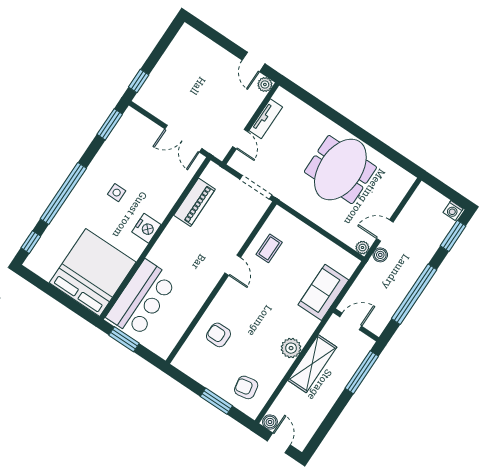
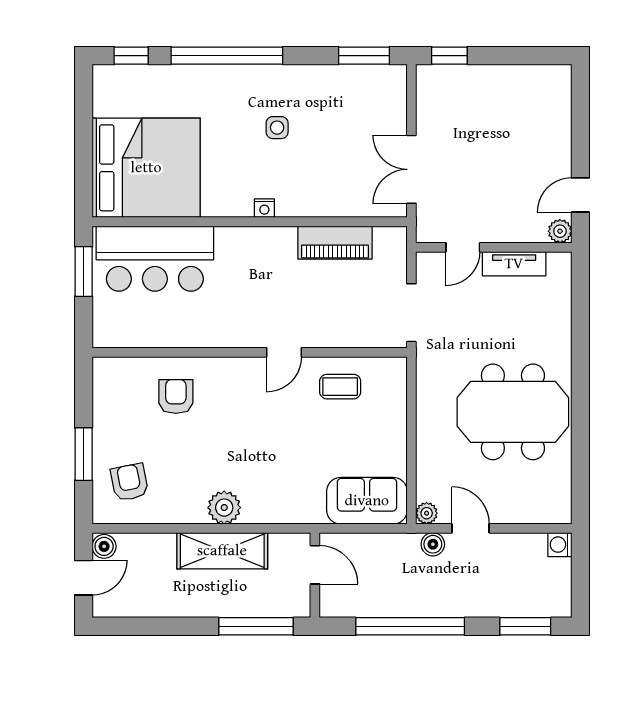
washing machine: (453, 211) -> (560, 545), moved
nightstand: (146, 228) -> (264, 208), width x0.53, depth x0.56
sofa: (323, 292) -> (367, 501), moved

